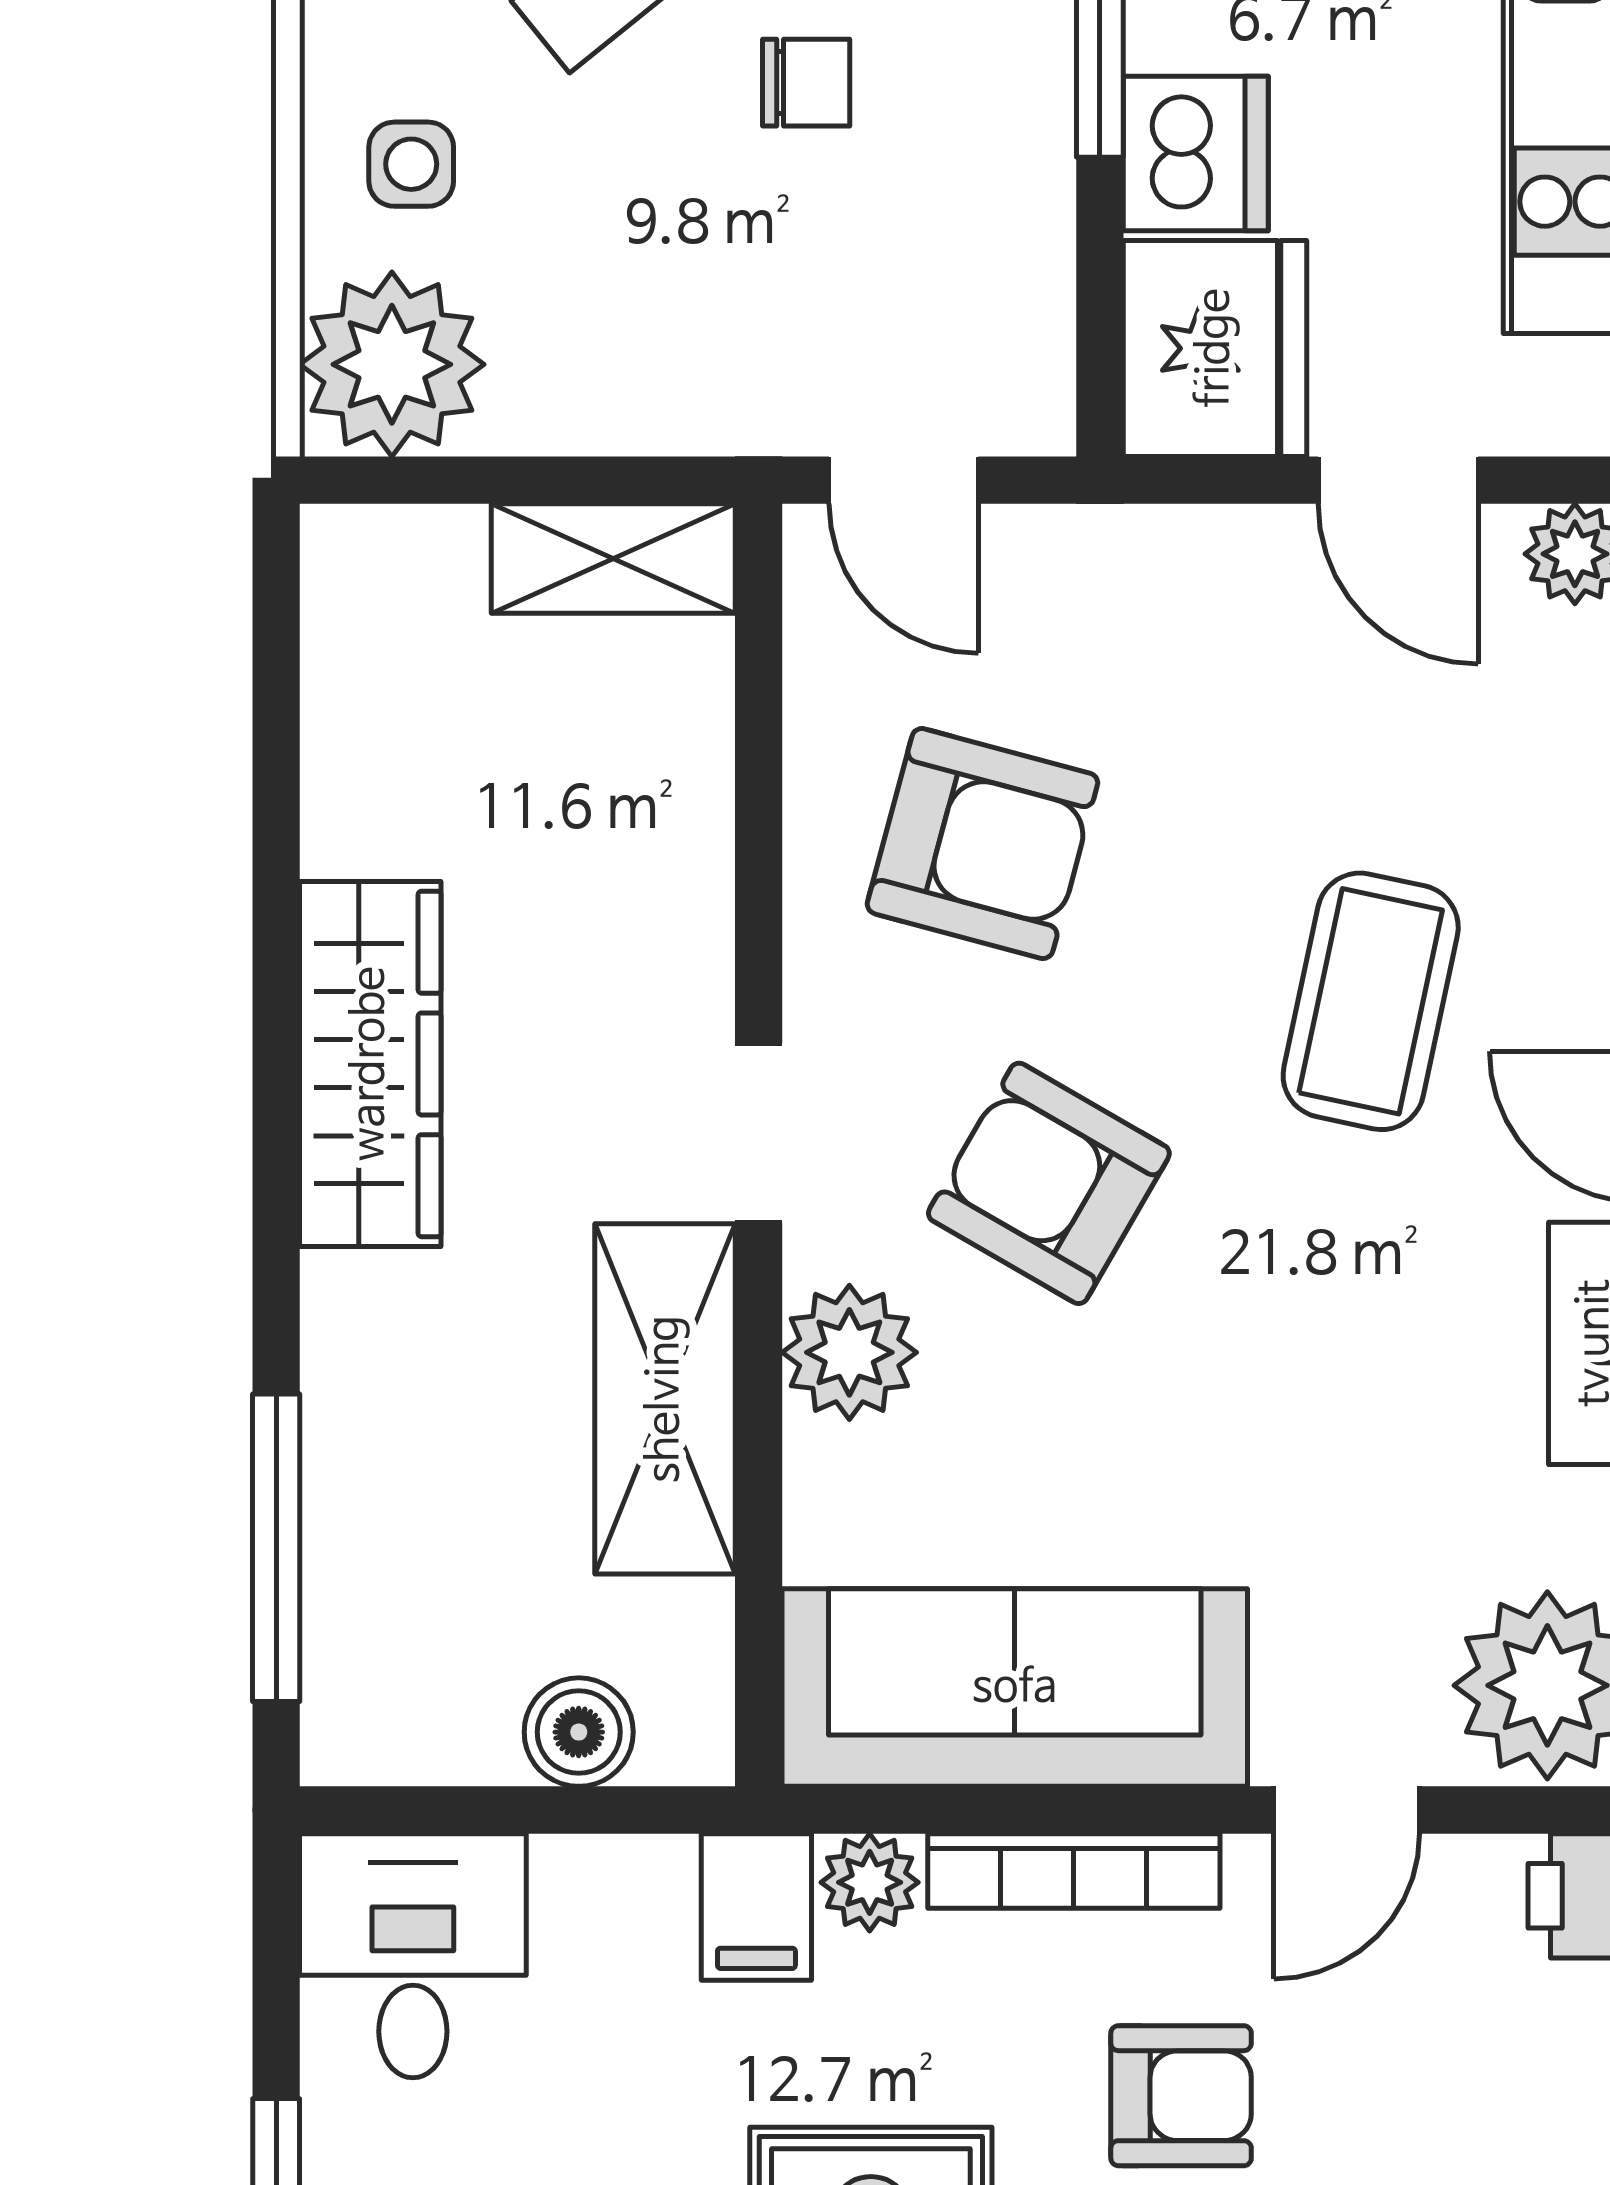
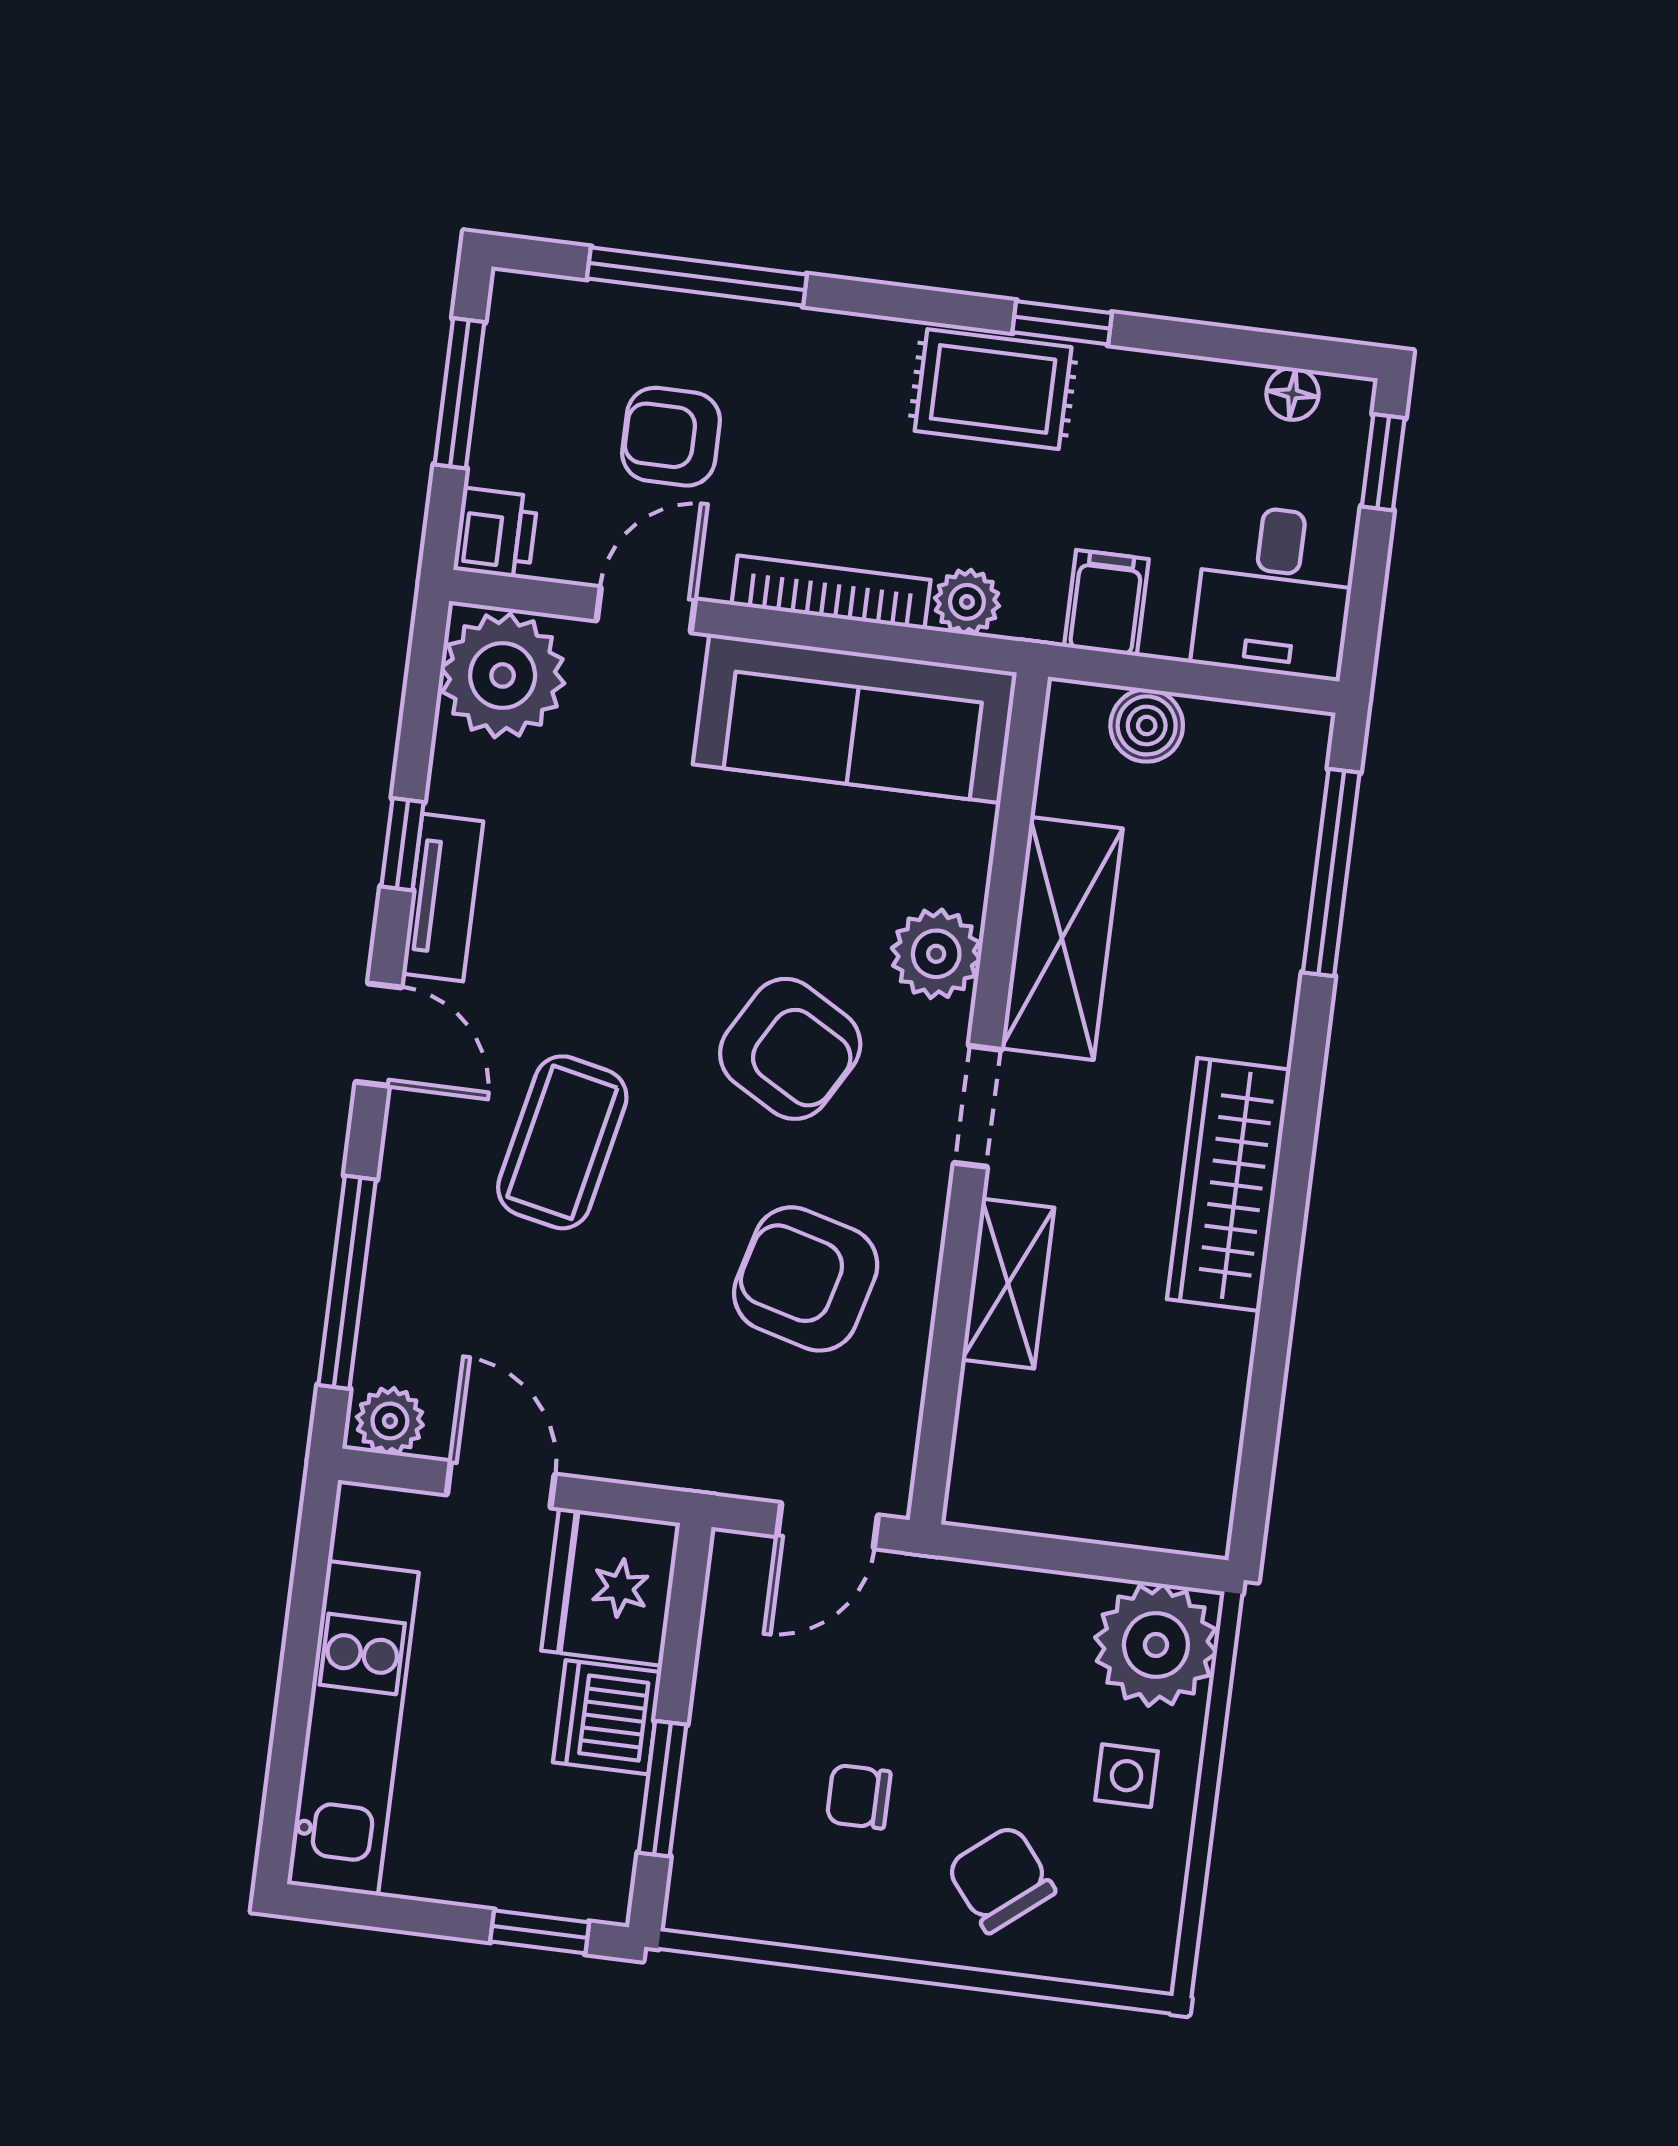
door: (904, 480) -> (827, 1526), swing flipped
shelving: (613, 559) -> (1008, 1284), moved, turned 90
filing cabinet: (756, 1907) -> (1106, 603), moved
armchair: (1181, 2096) -> (671, 437), moved

